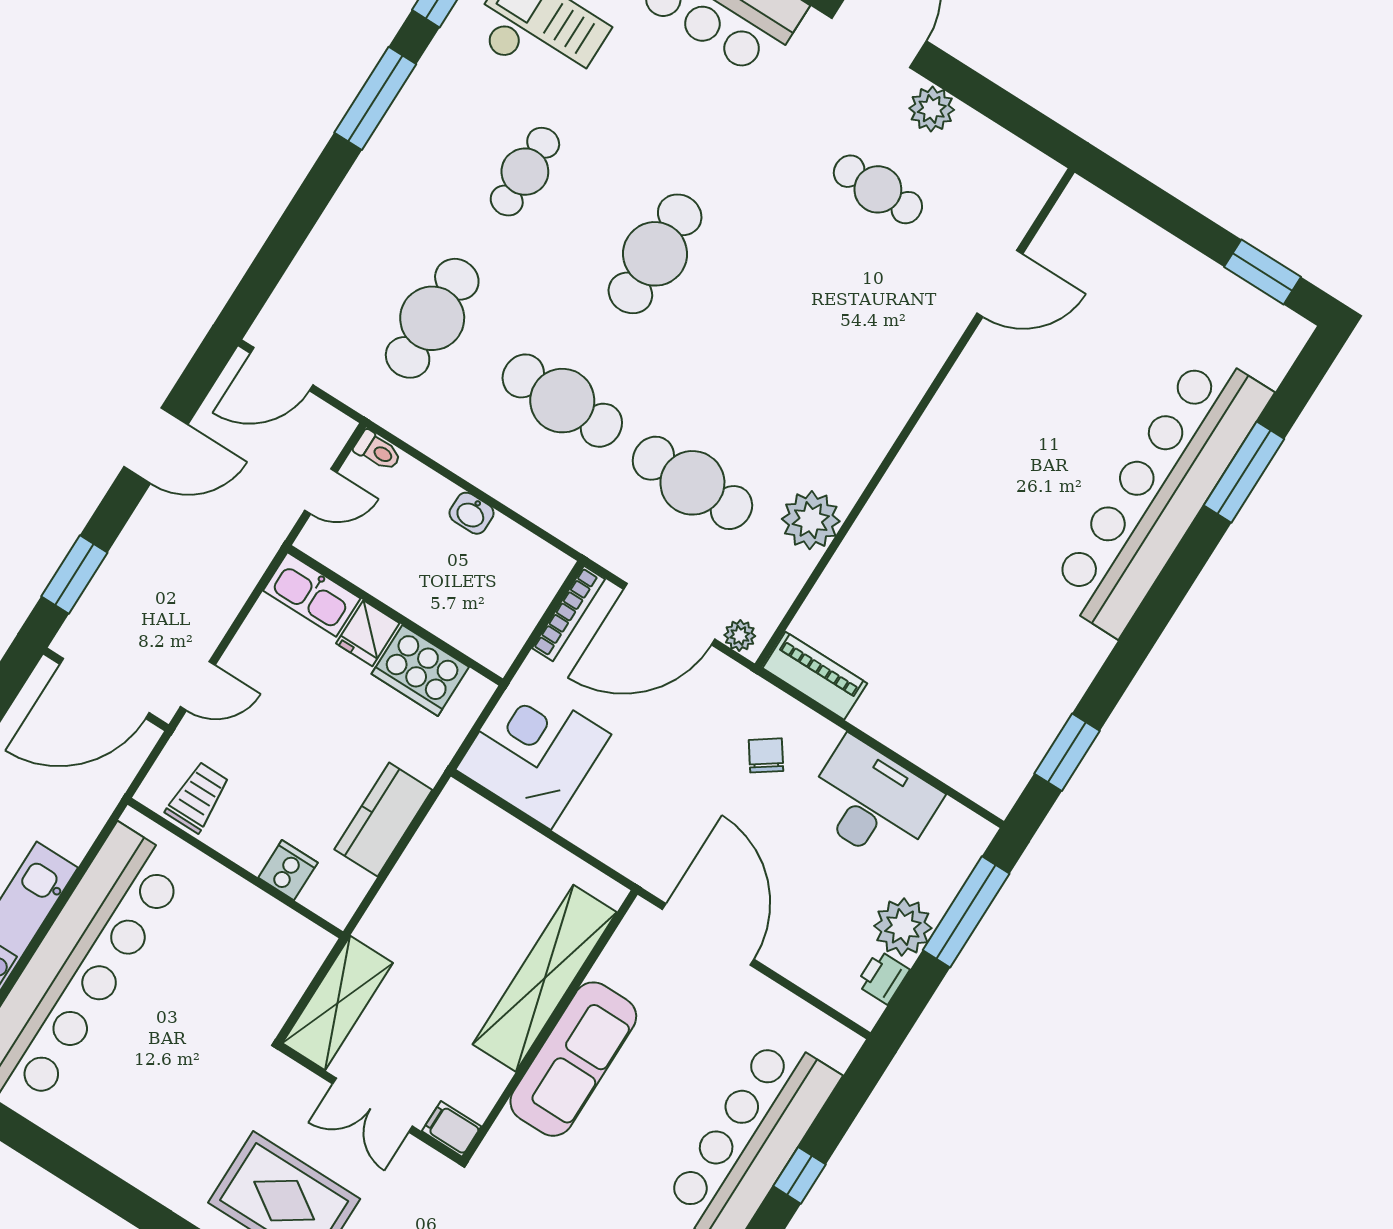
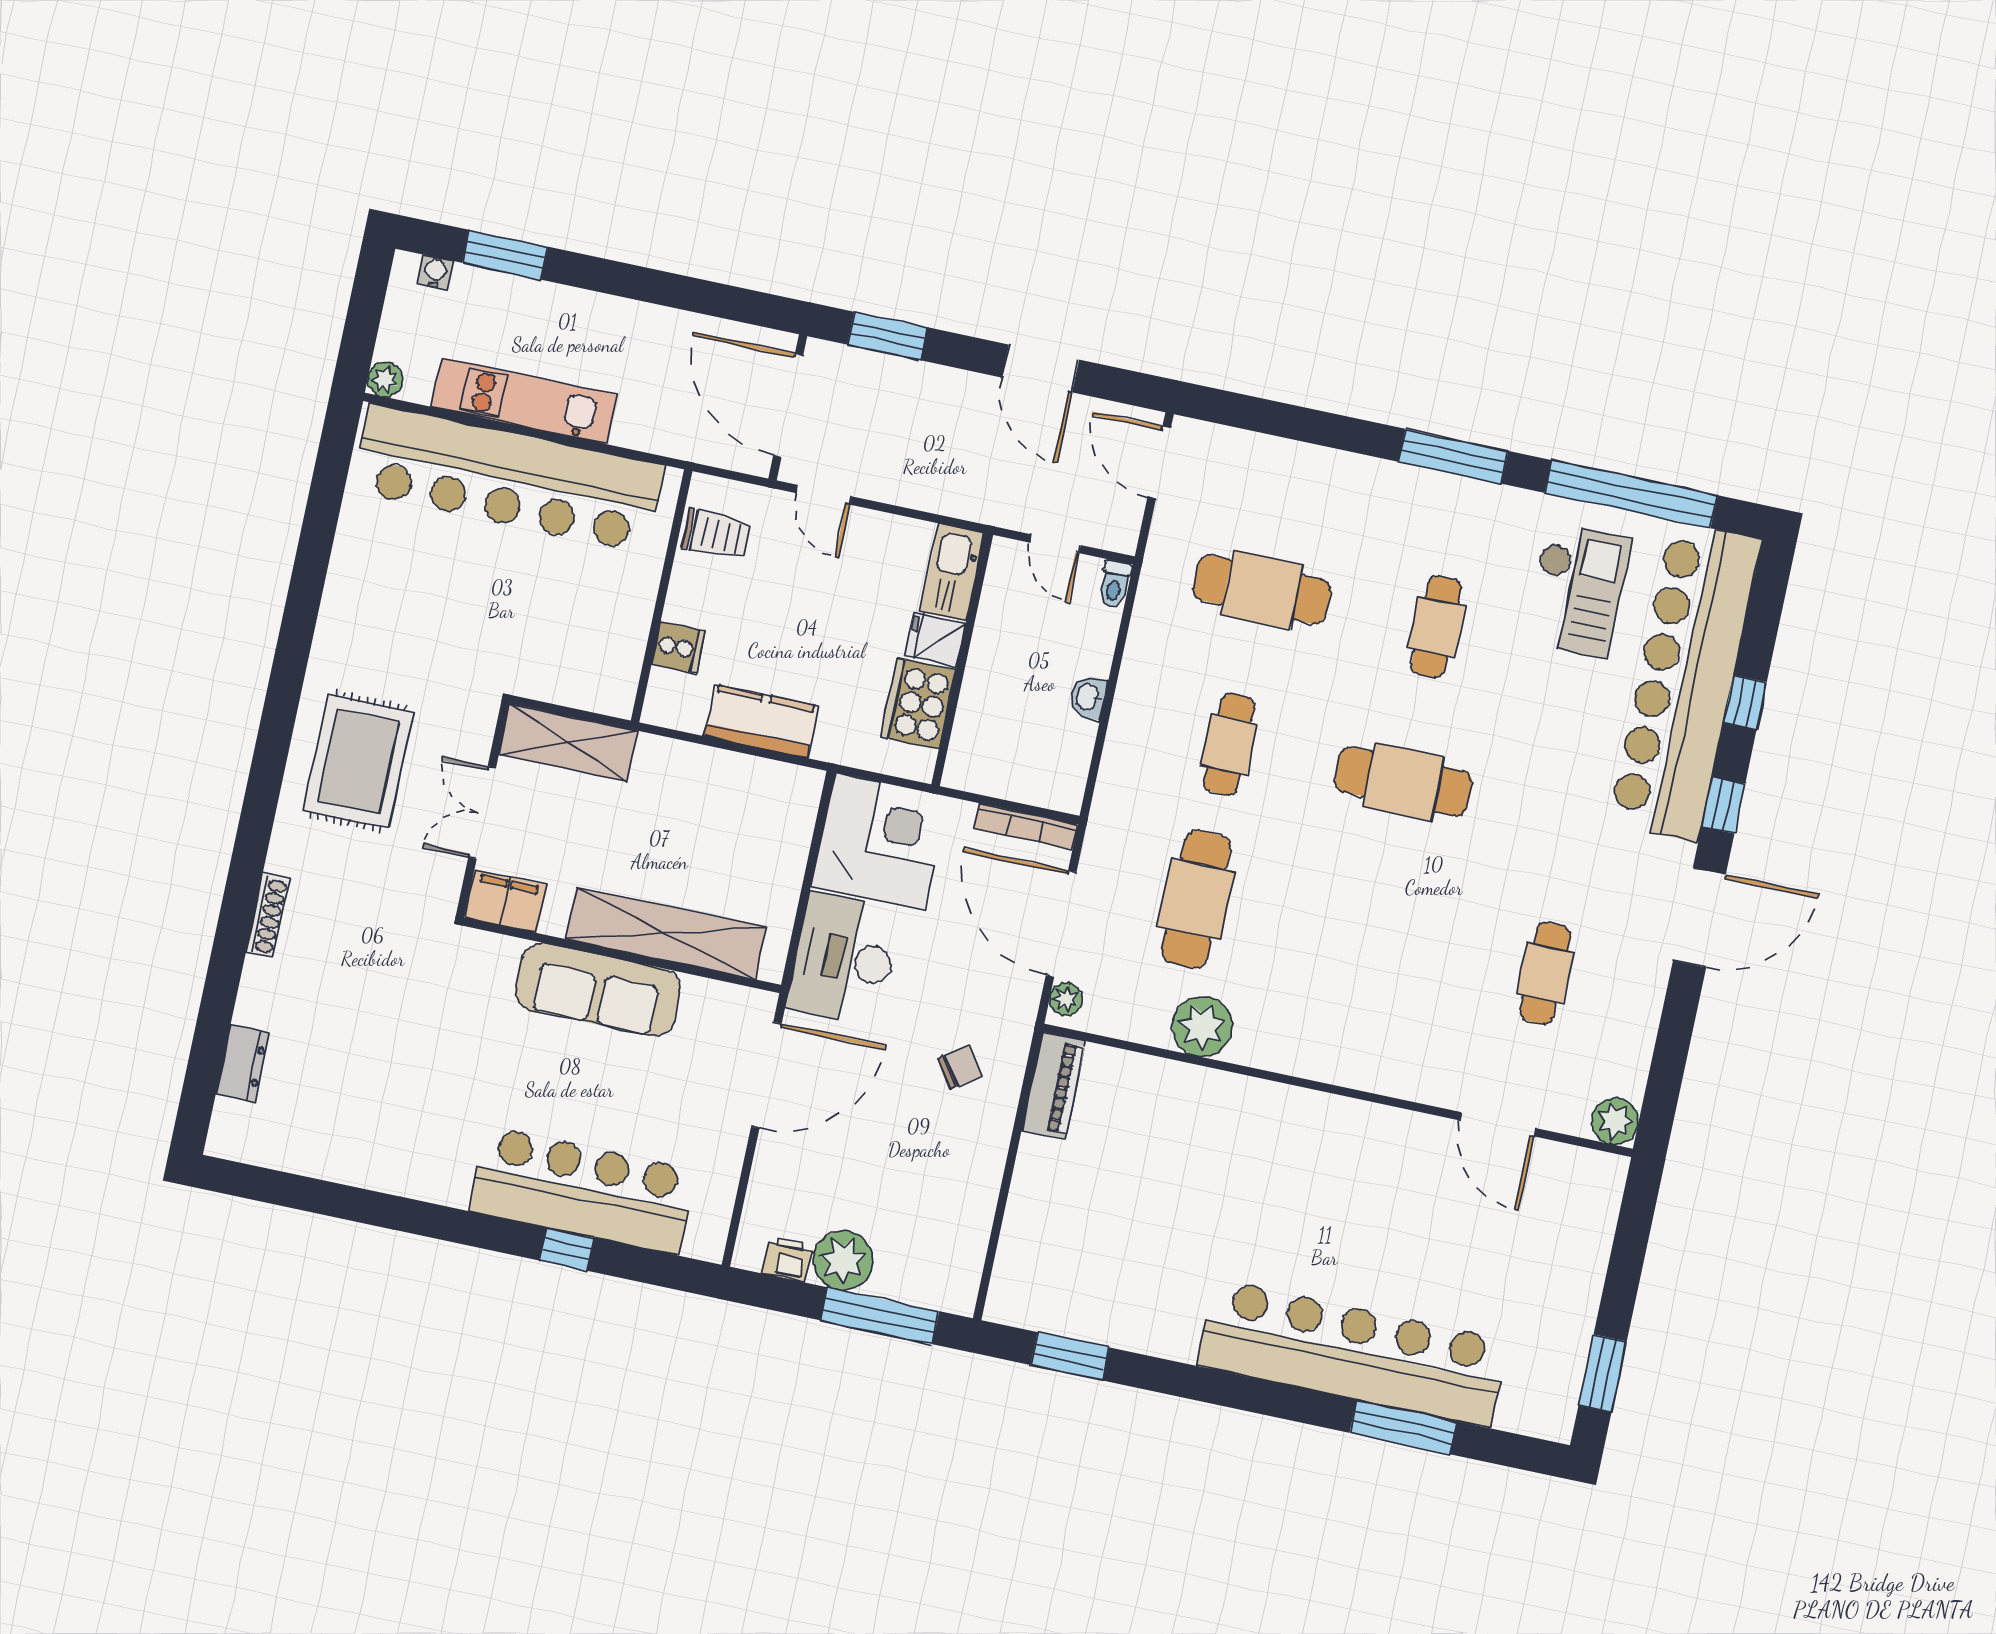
plant: (932, 109) -> (1615, 1121), moved
cafe table: (525, 172) -> (1436, 627), turned 90
cafe table: (562, 401) -> (1229, 744), width x0.73, depth x0.74
desk: (872, 802) -> (844, 959), moved, turned 180
filing cabinet: (452, 1129) -> (505, 901), width x2.00

